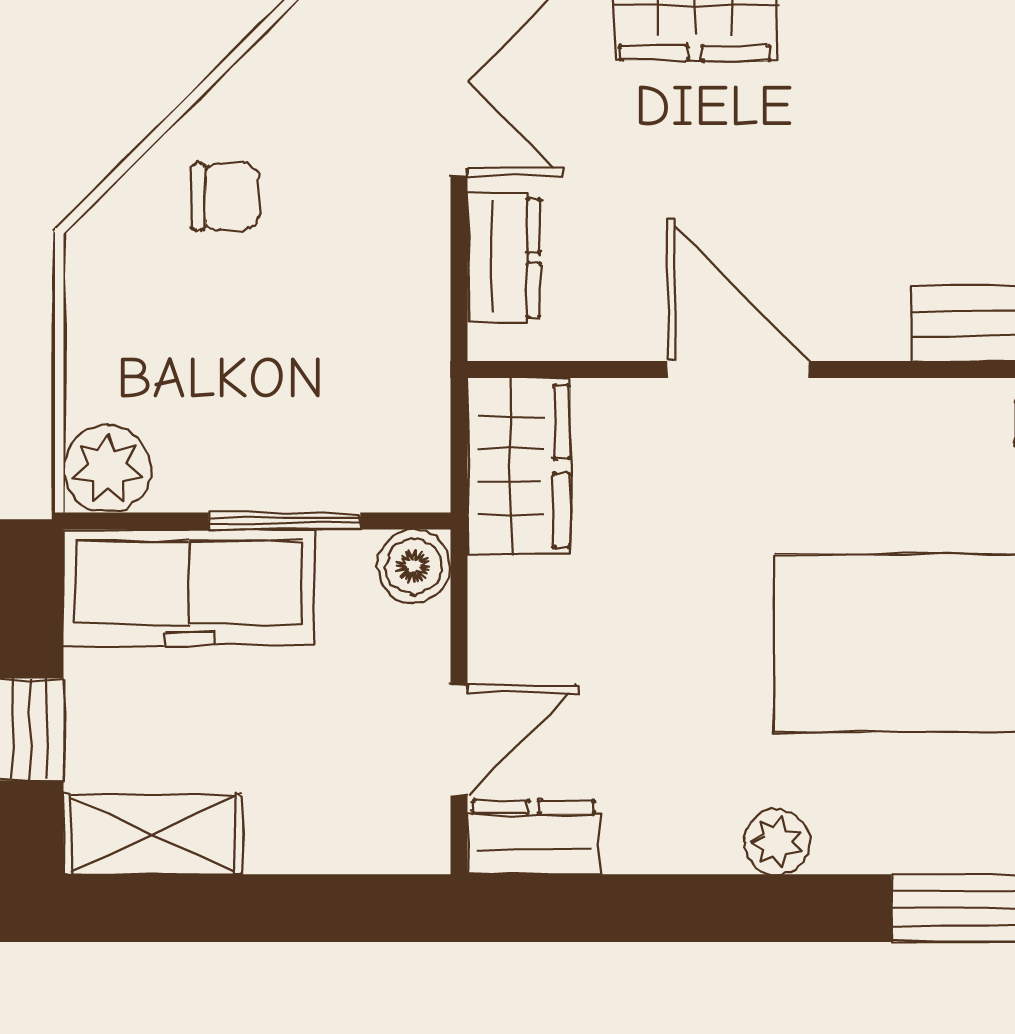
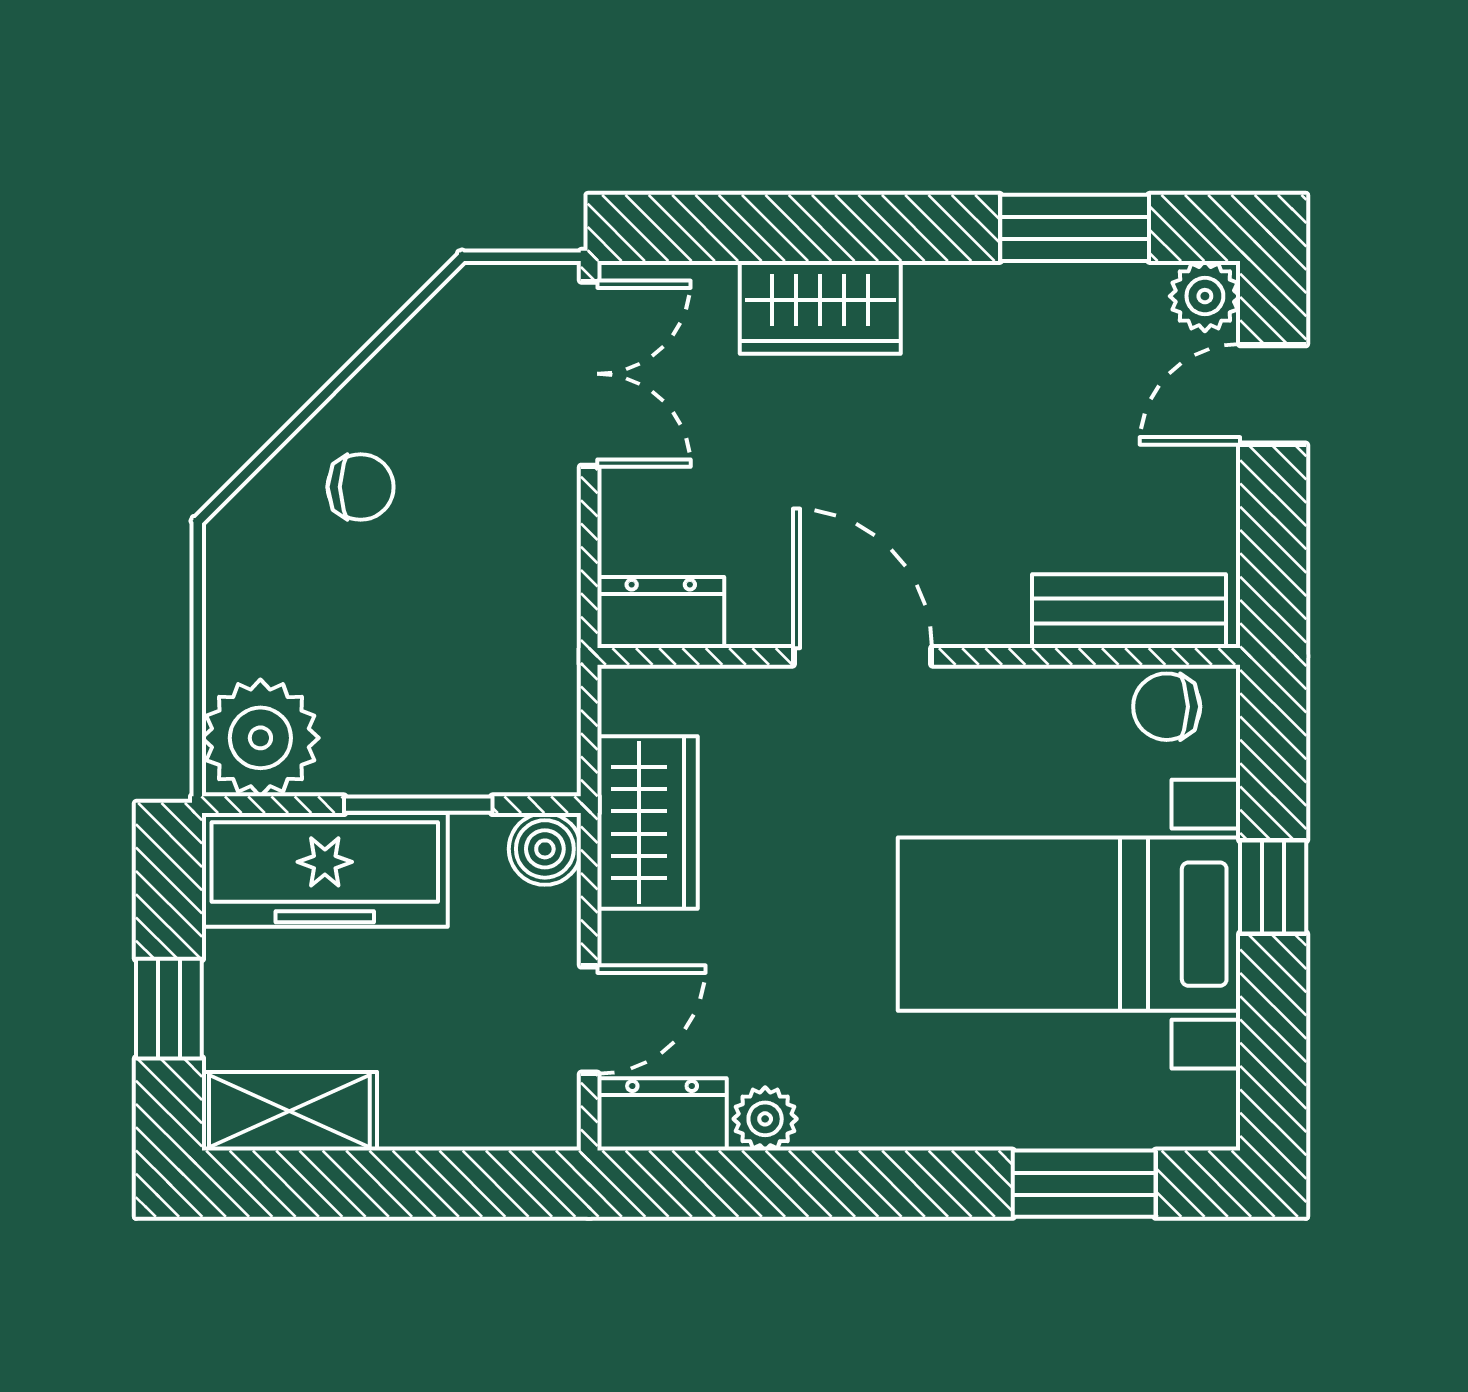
dresser: (504, 258) -> (661, 612), moved, turned -90
wardrobe: (519, 466) -> (647, 823), moved
plant: (107, 469) -> (260, 738), width x1.36, depth x1.36
plant: (777, 842) -> (765, 1119), moved

